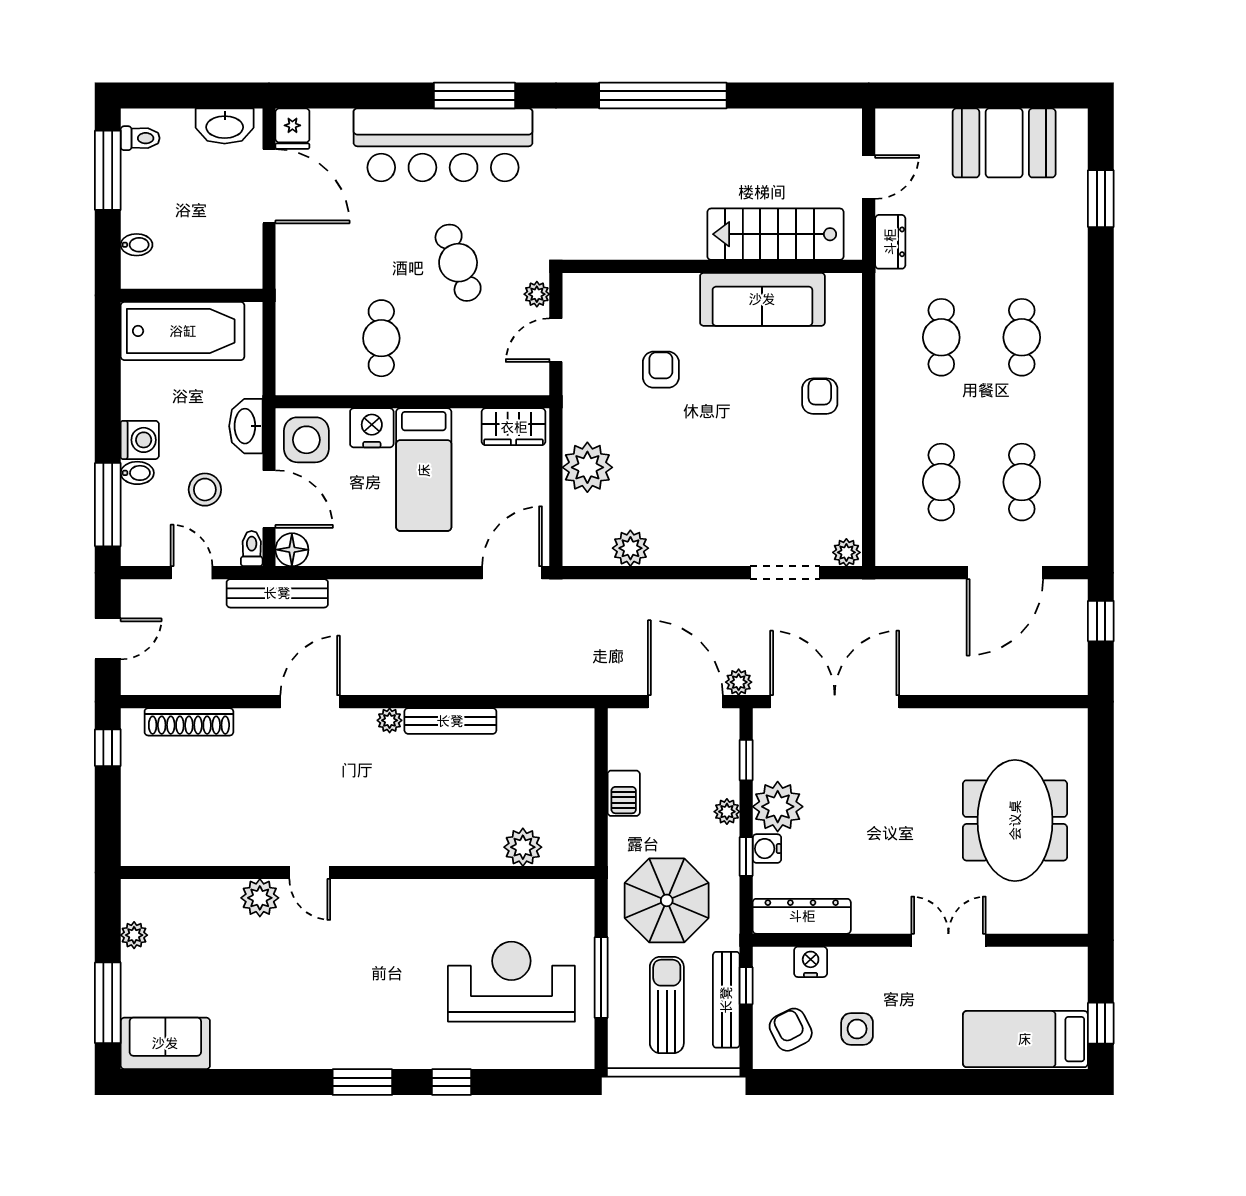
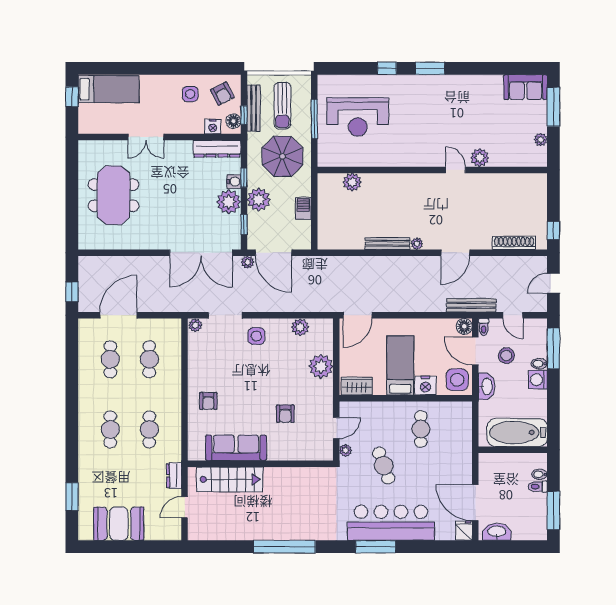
toilet: (140, 138) -> (538, 487), moved
side table: (721, 530) -> (256, 336), added
plant: (727, 812) -> (259, 199), width x1.88, depth x1.88
floor lamp: (768, 973) -> (233, 121), added

